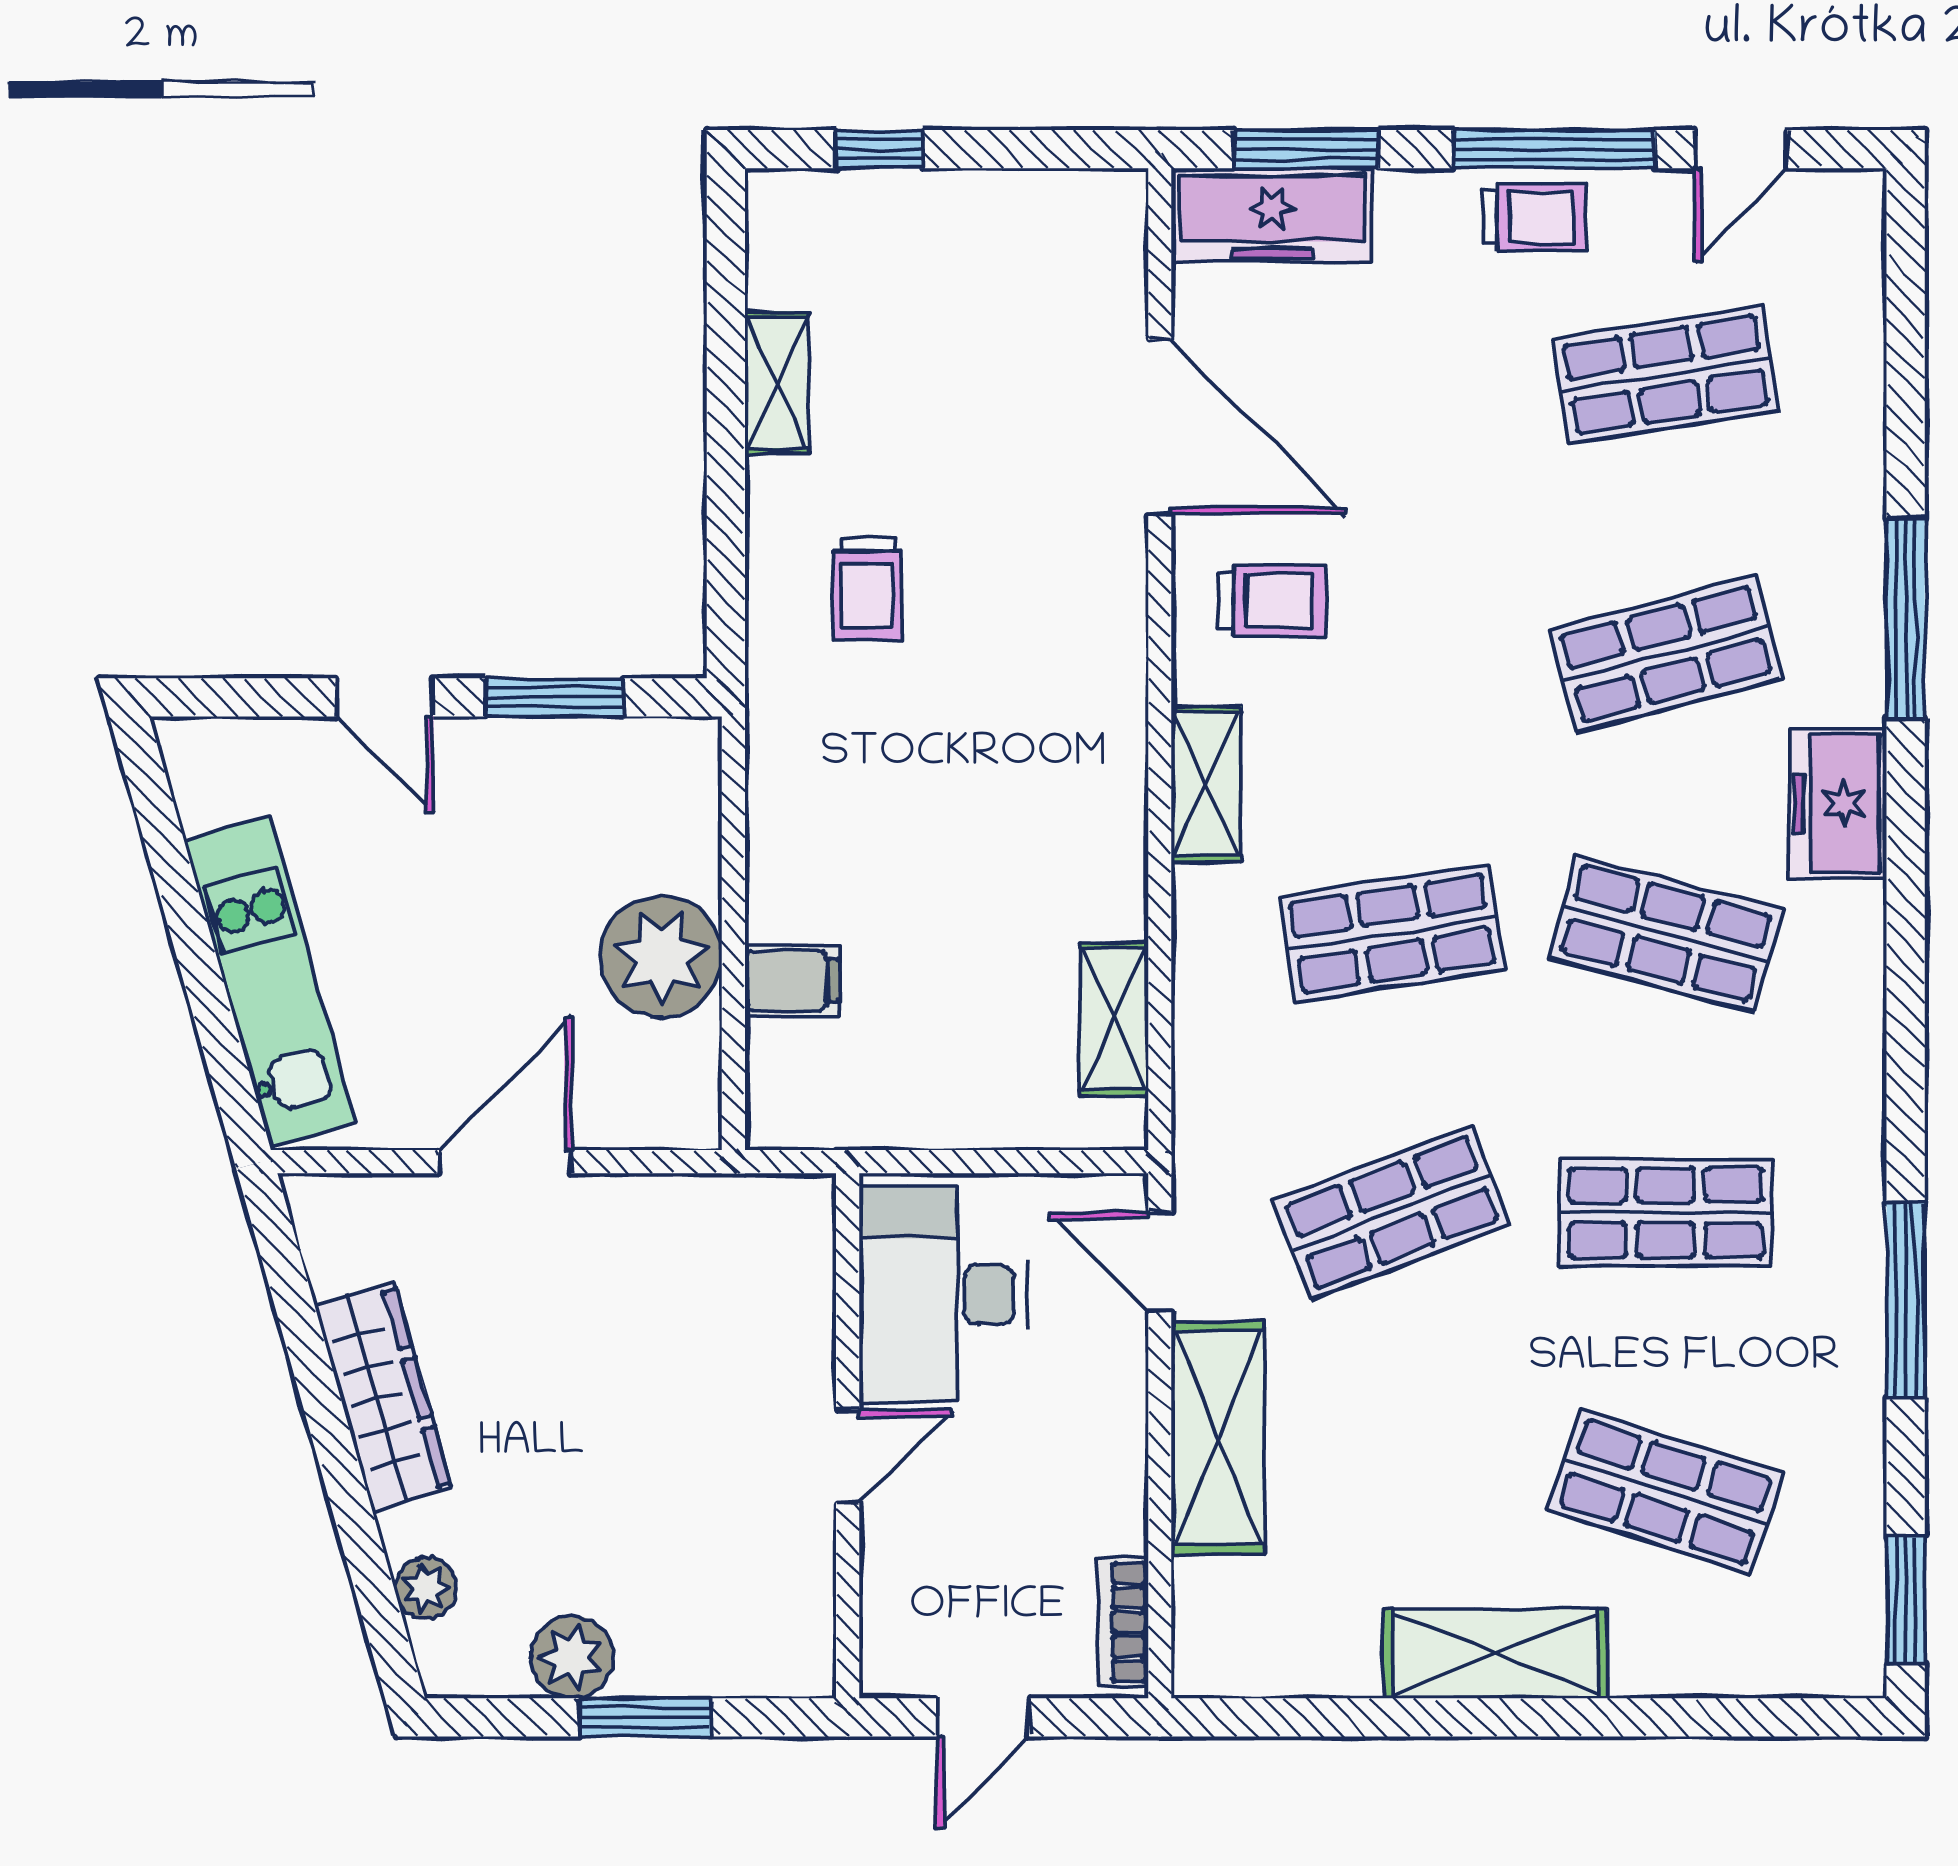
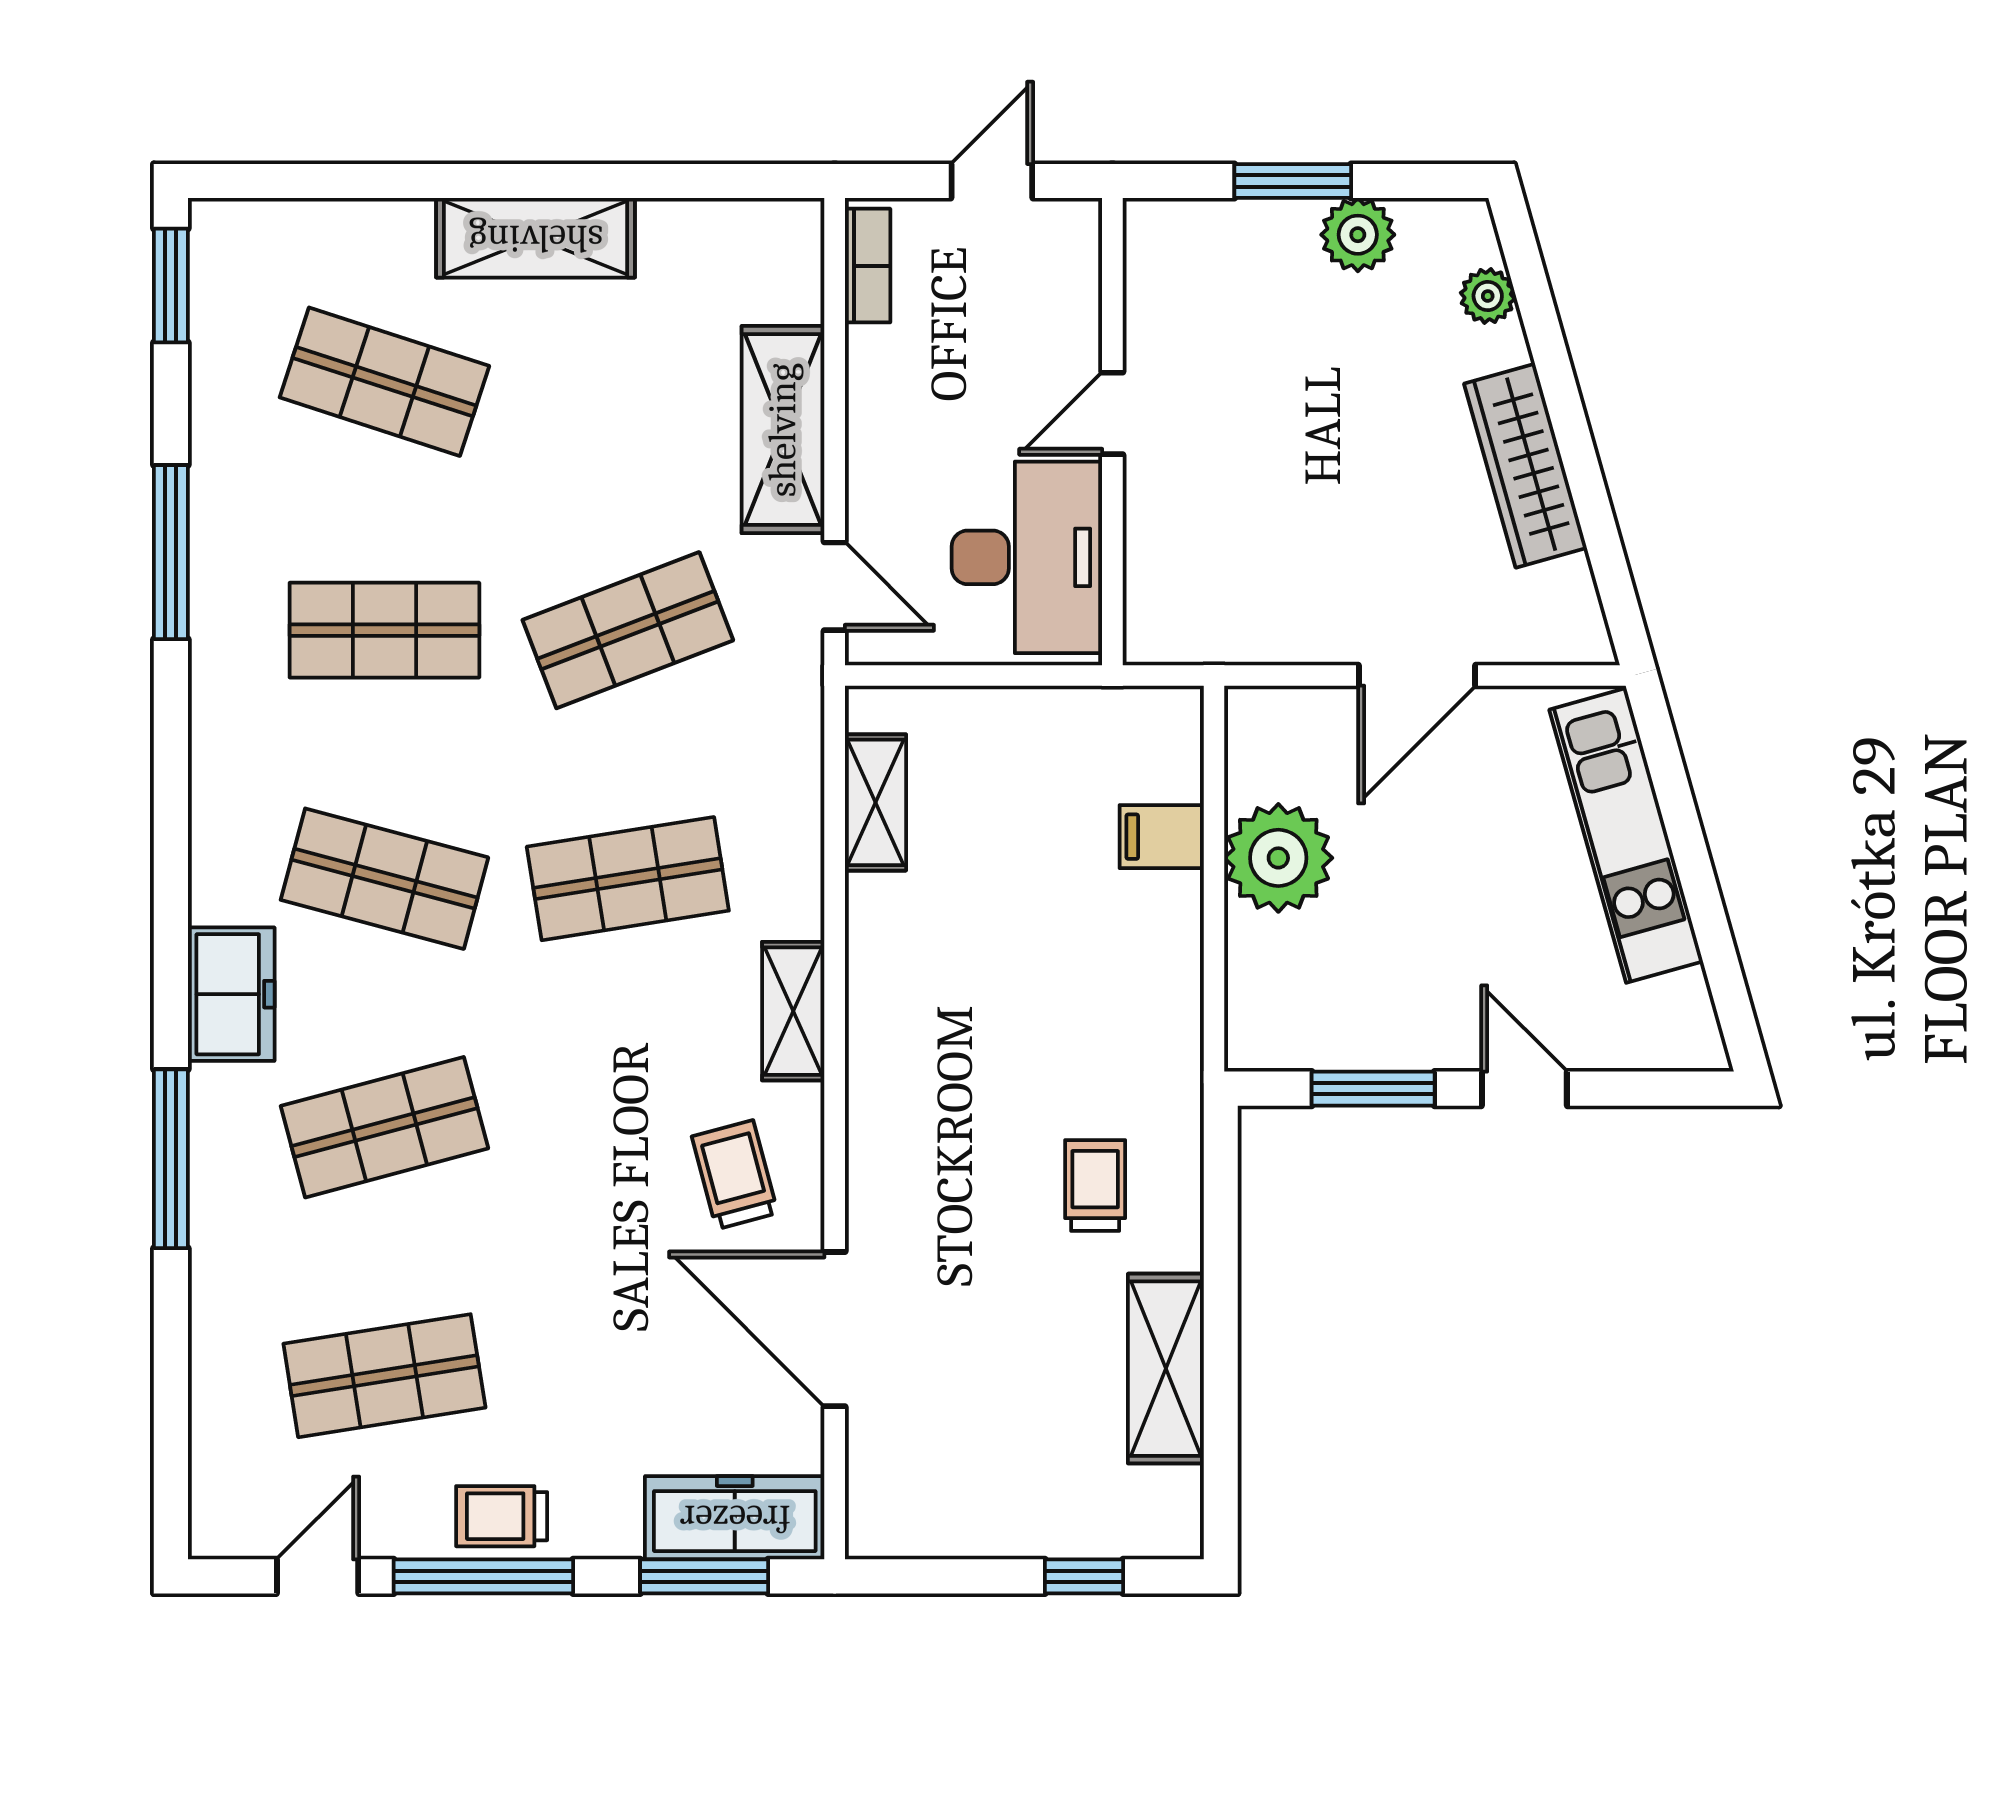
shelving: (777, 383) -> (1166, 1369), width x1.50, depth x1.33
trolley: (1272, 601) -> (735, 1175), turned 75

